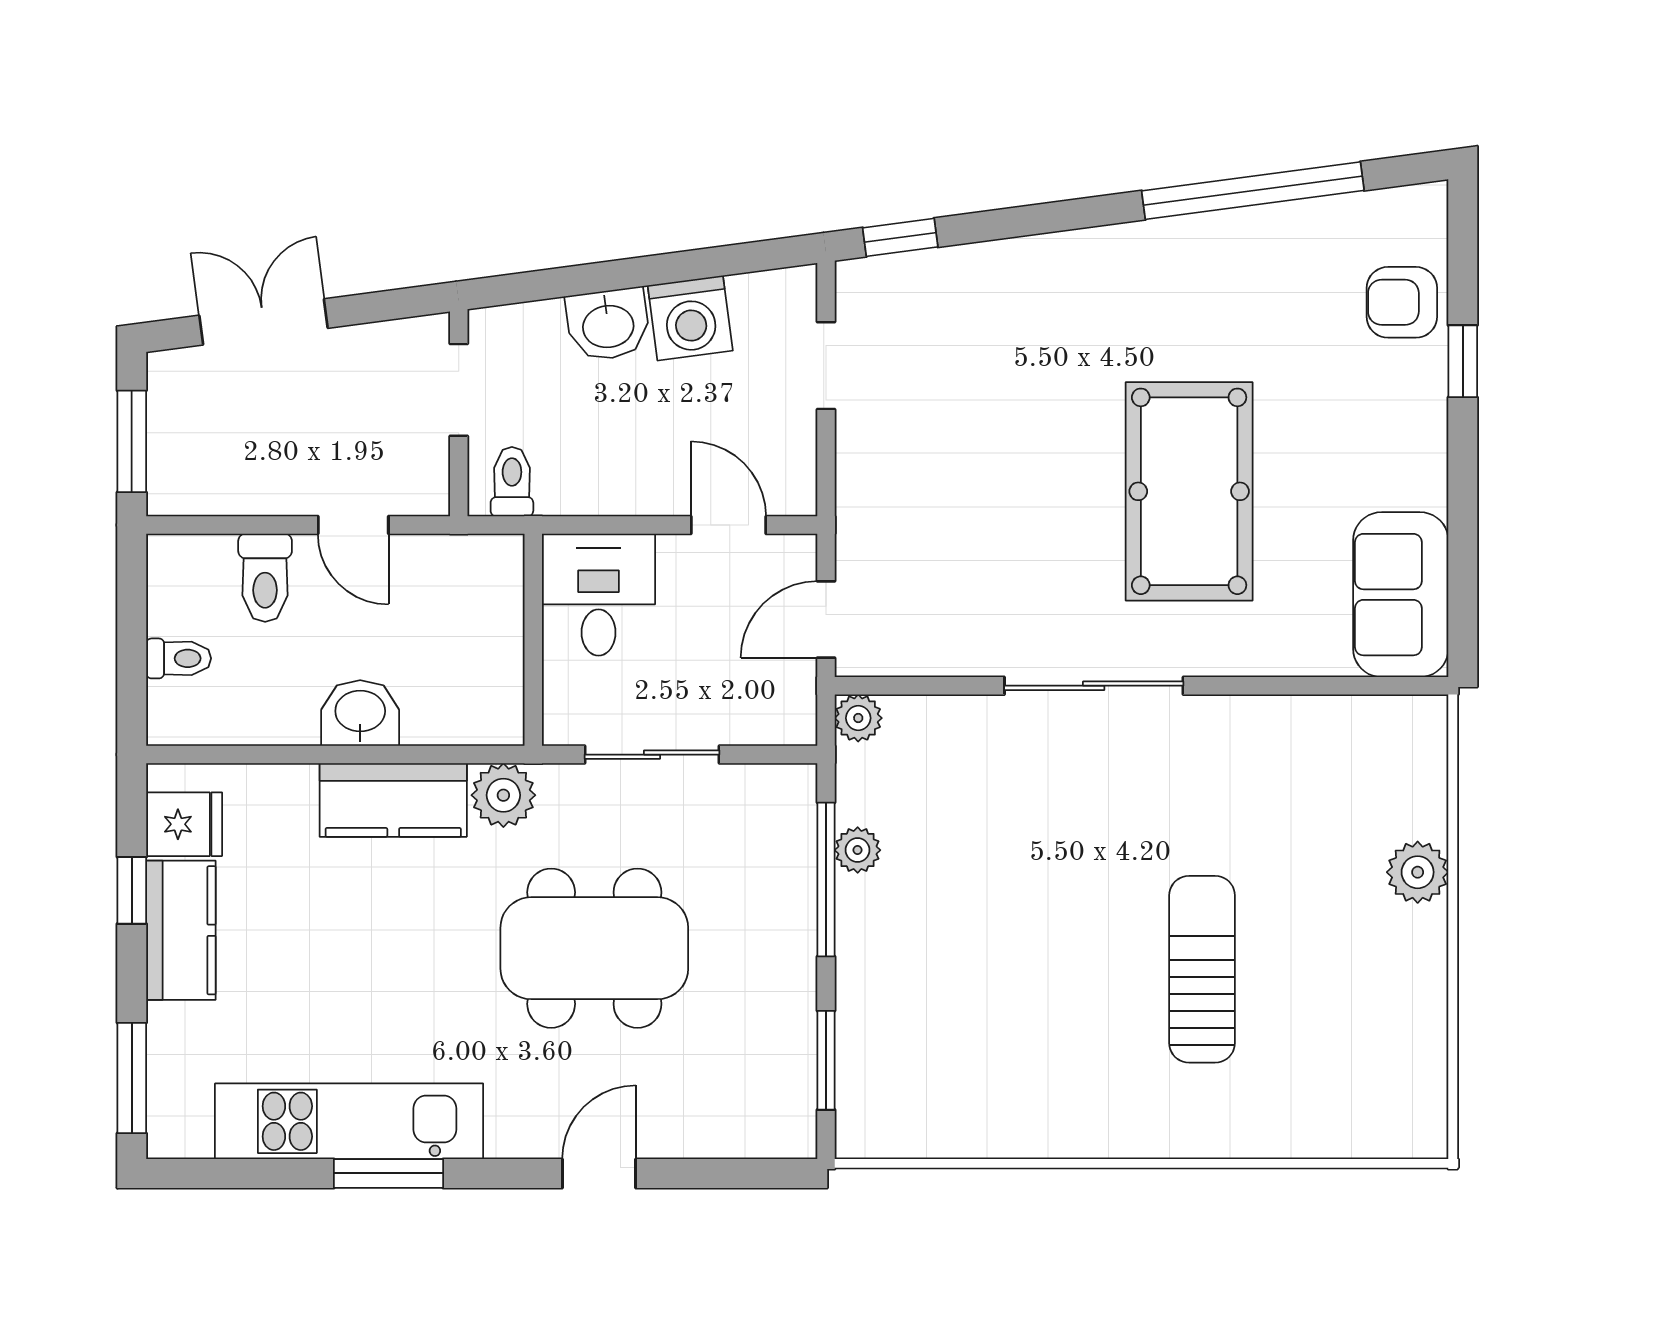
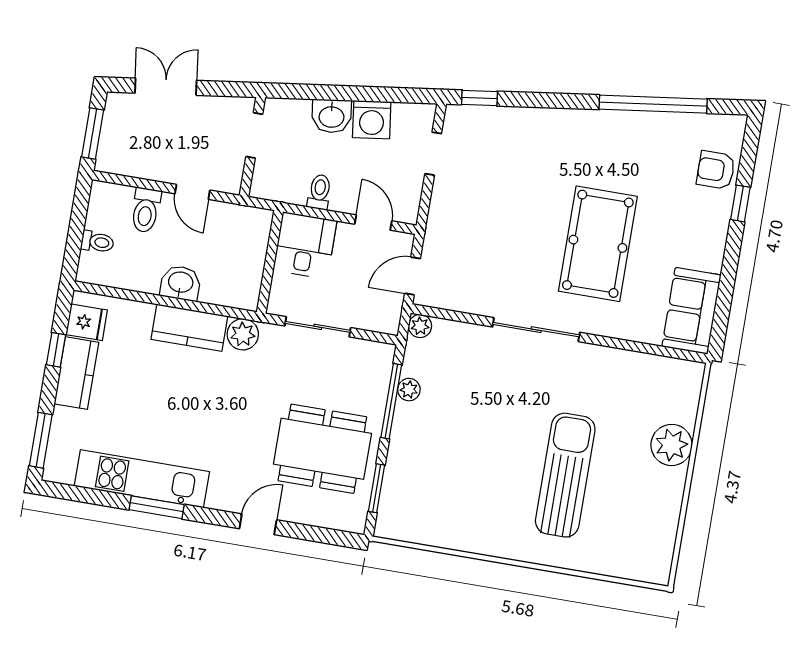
toilet: (512, 482) -> (319, 192), moved
plant: (1418, 872) -> (672, 445), width x1.36, depth x1.36
dining table: (594, 948) -> (322, 449), moved
sun lounger: (1202, 969) -> (565, 475), width x1.36, depth x1.34

